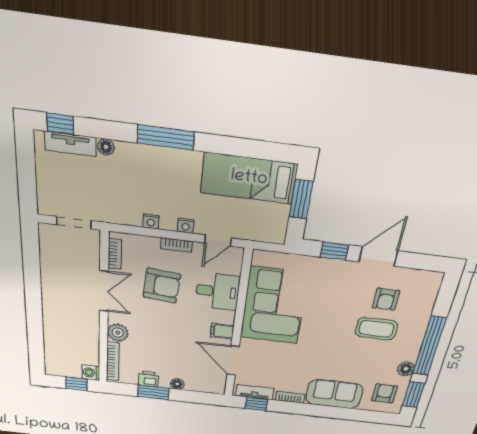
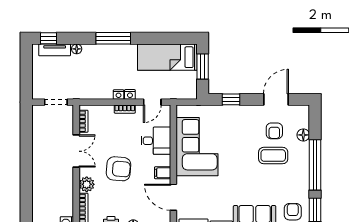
nightstand: (151, 221) -> (118, 95), moved
door: (378, 256) -> (276, 99), moved
armchair: (162, 286) -> (118, 169), moved
floor lamp: (406, 369) -> (303, 135), moved

